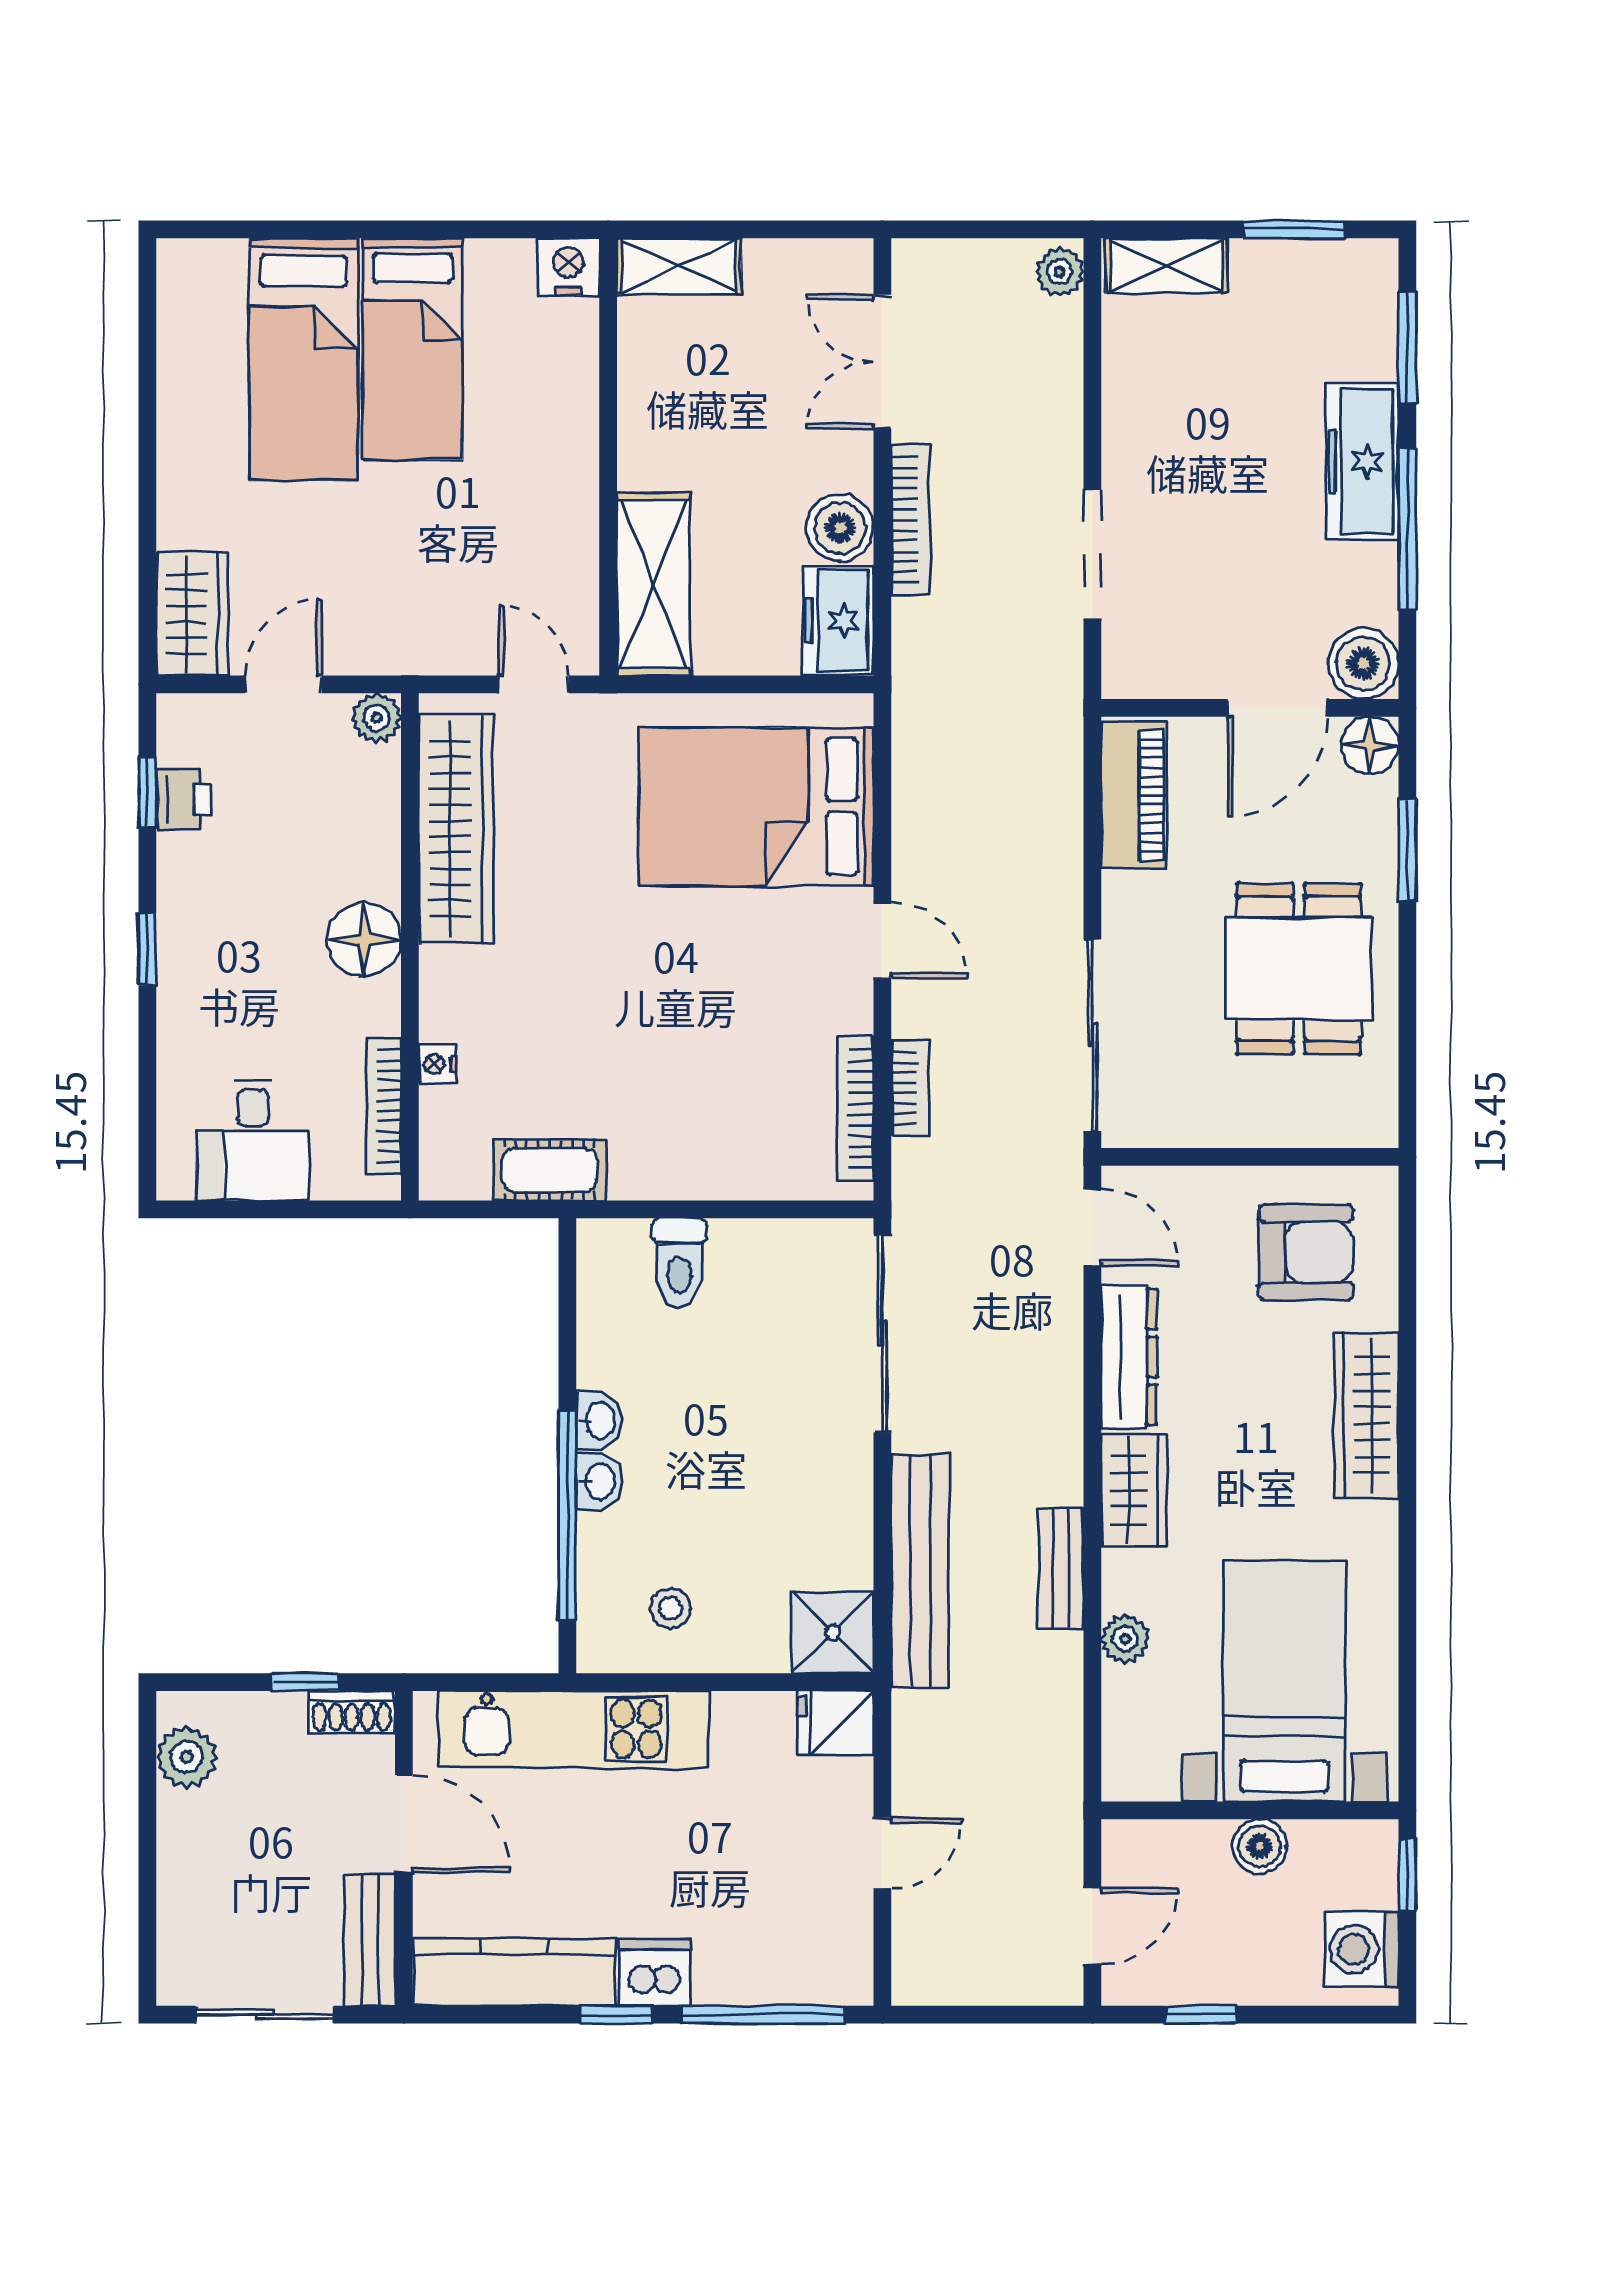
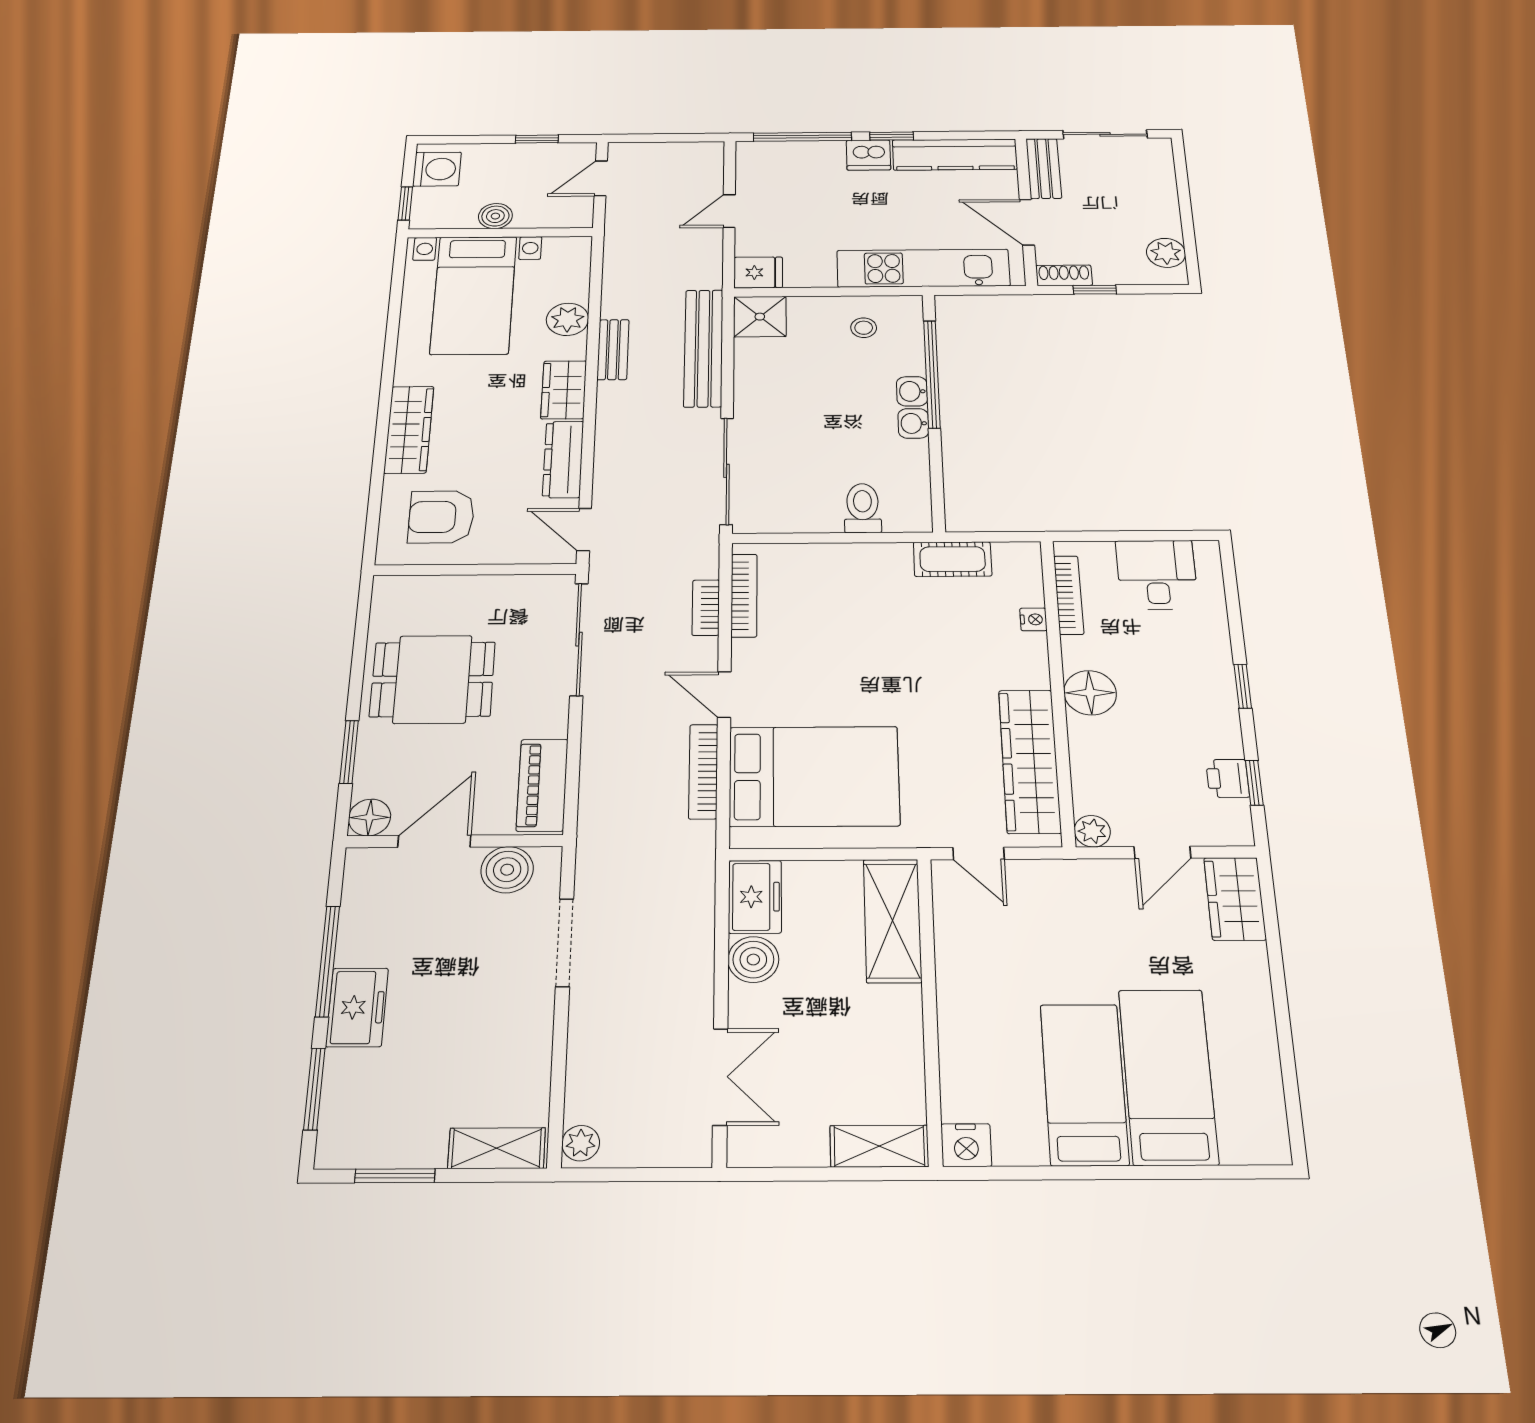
freezer: (1362, 461) -> (357, 1007), width x0.71
bookcase: (910, 520) -> (703, 771), moved
boiler: (1363, 664) -> (507, 870), moved
dining table: (1299, 969) -> (433, 679), turned 90
plant: (1125, 1639) -> (567, 319), width x1.38, depth x1.38

